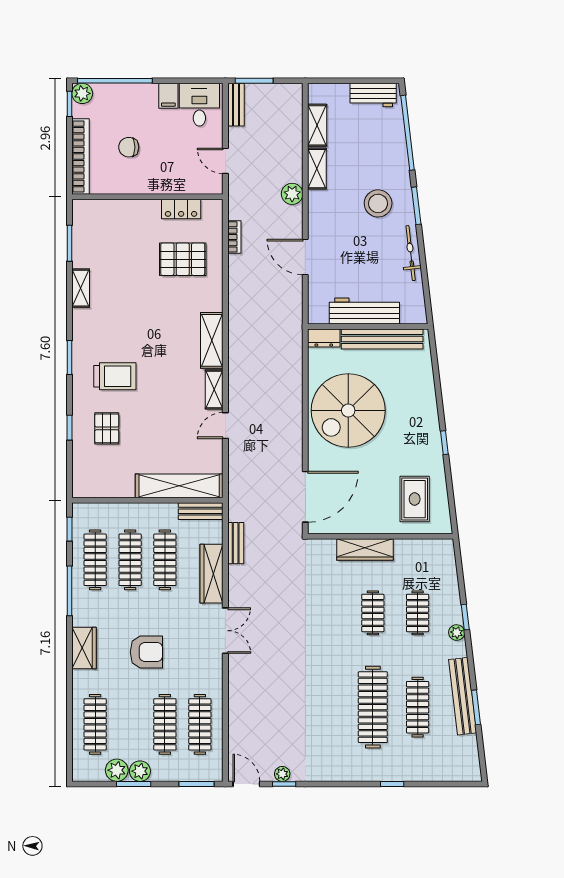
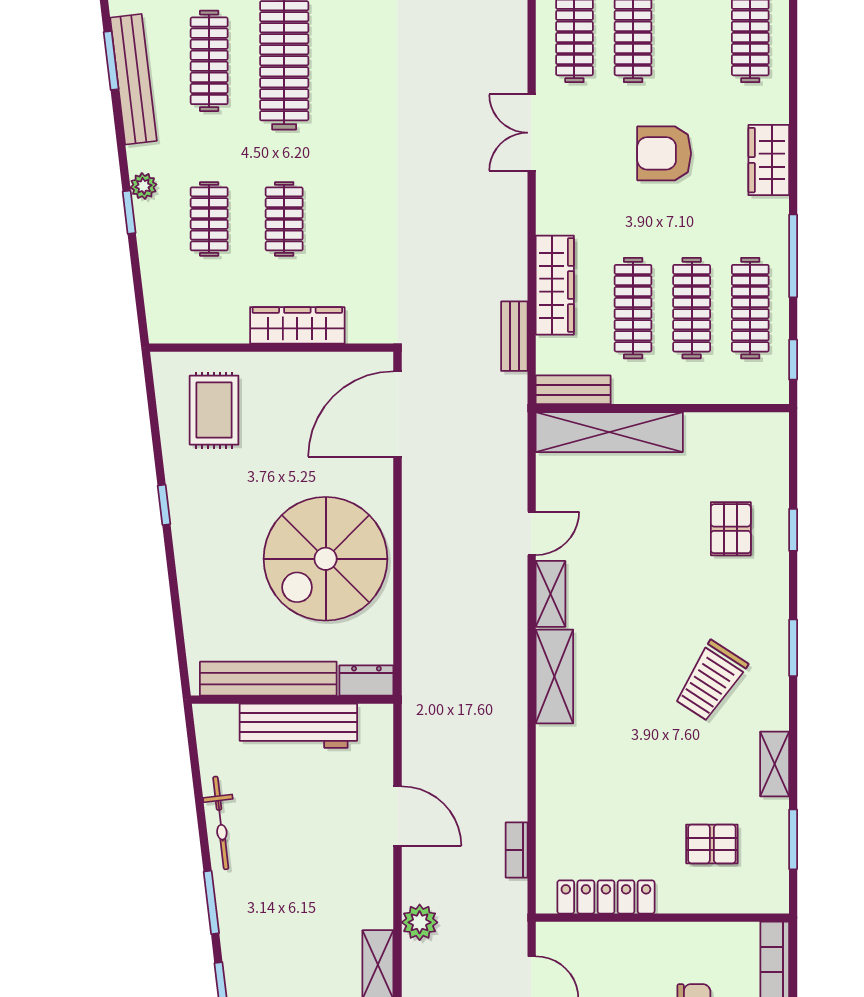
stool: (378, 203) -> (275, 906), removed
locker: (181, 209) -> (606, 897), width x1.53
pallet: (183, 259) -> (712, 844), moved, width x0.67, depth x0.71
trolley: (115, 376) -> (711, 681), moved, turned -57
spiral stairs: (348, 410) -> (326, 559), turned 180
double door: (225, 631) -> (532, 133), moved

